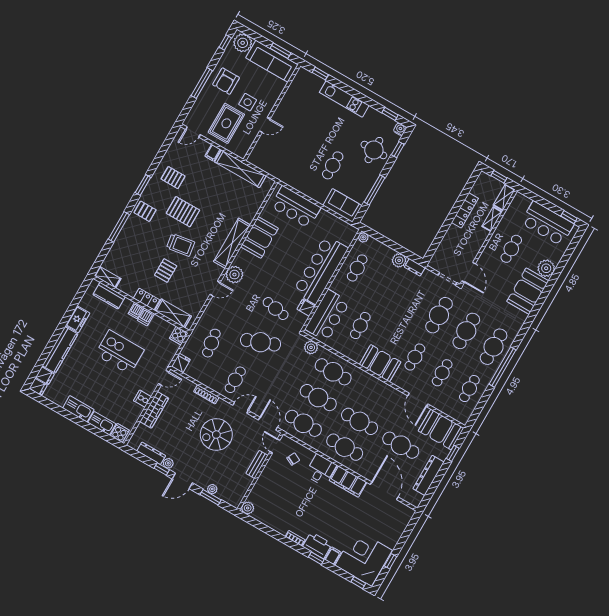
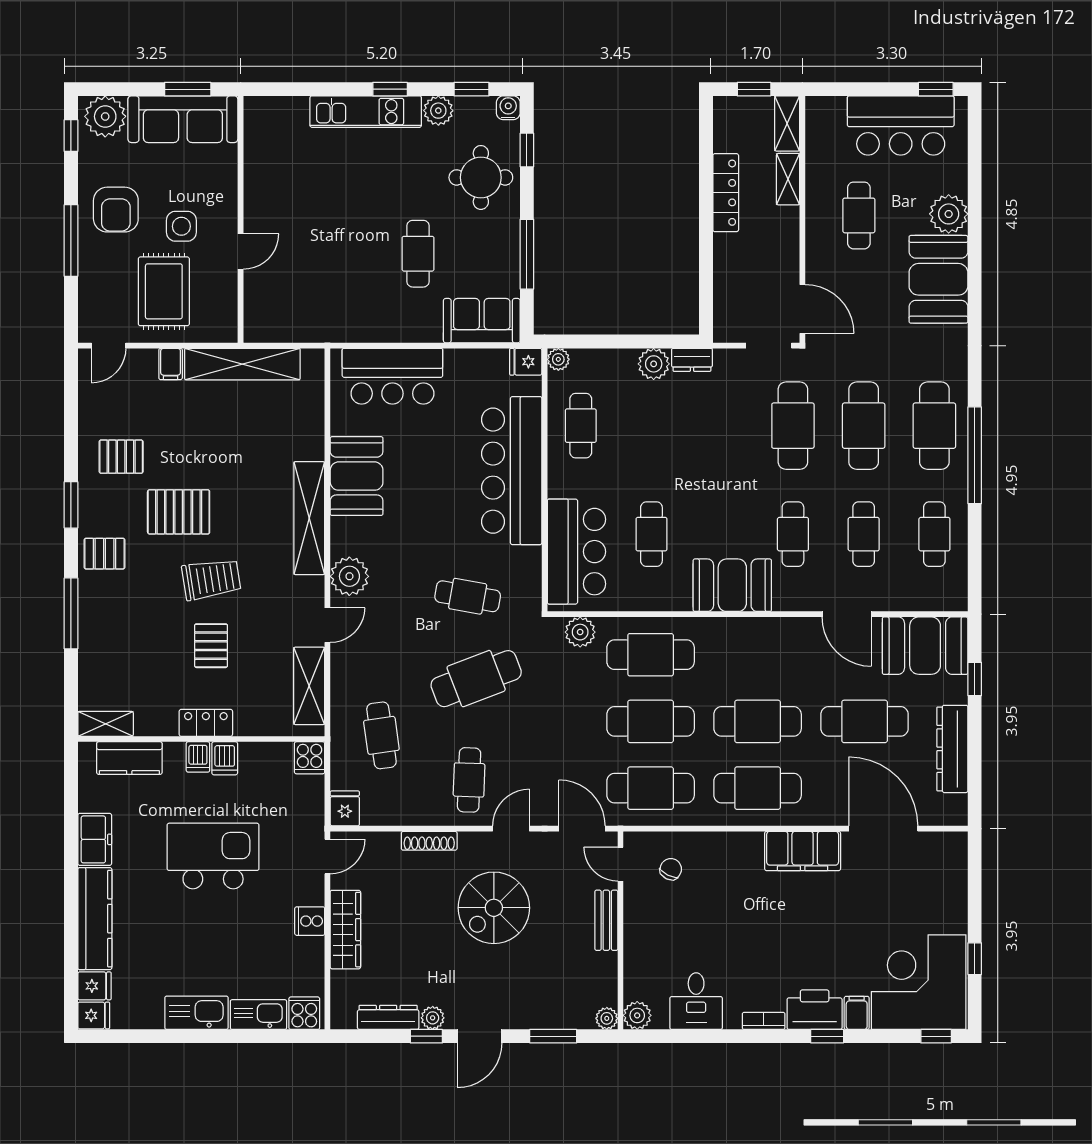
window: (320, 74) -> (390, 89), moved
plant: (372, 115) -> (438, 111), added
fridge: (306, 308) -> (526, 362), moved
shelving: (173, 313) -> (309, 686), moved, turned 90
desk: (321, 470) -> (696, 1001), moved, turned 180
plant: (212, 489) -> (607, 1018), moved

